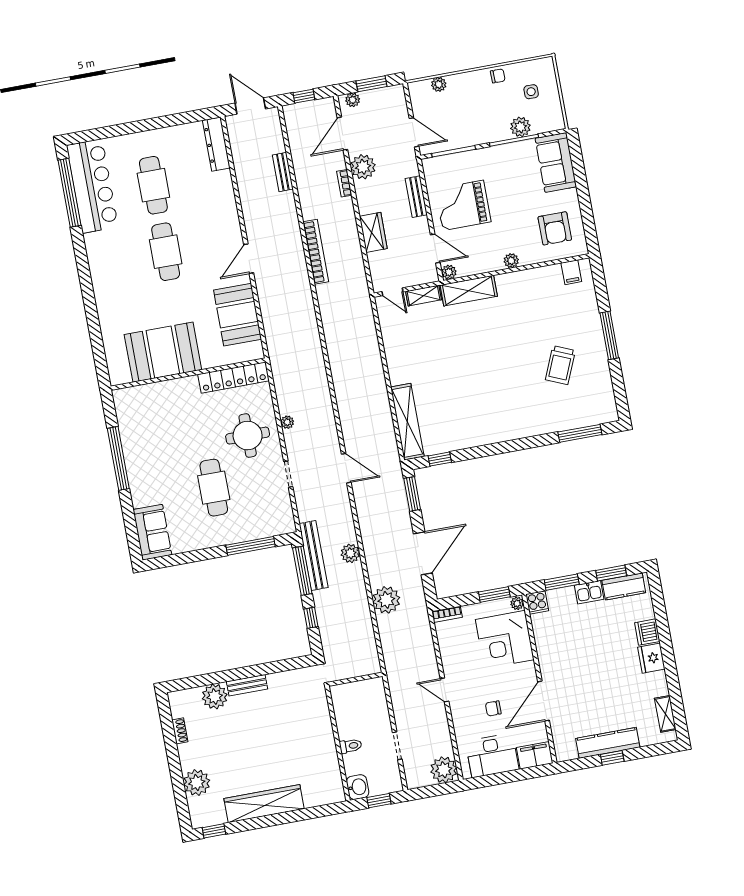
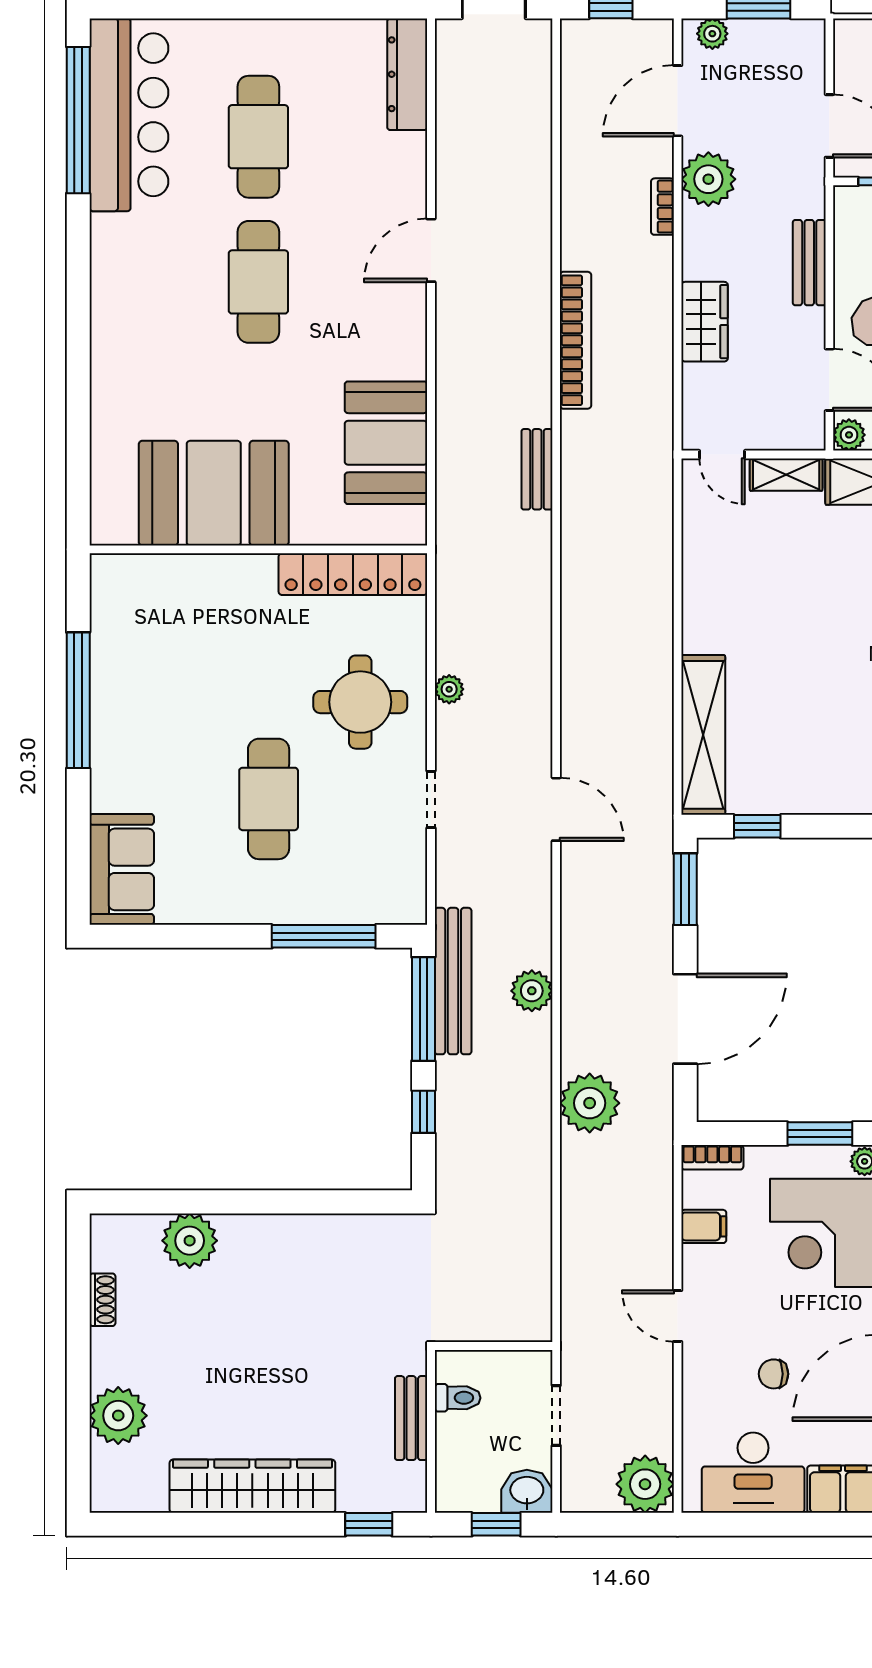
bench: (283, 172) -> (537, 469), moved
door: (249, 259) -> (431, 250), moved
filing cabinet: (449, 647) -> (704, 1226), added
wall: (355, 679) -> (494, 1346), moved
bench: (247, 685) -> (411, 1418), moved, turned 90
washbasin: (358, 787) -> (527, 1491), moved, turned -90
window: (214, 831) -> (369, 1524), moved

